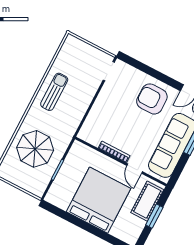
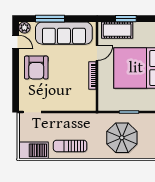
barbecue: (69, 52) -> (33, 150), added

